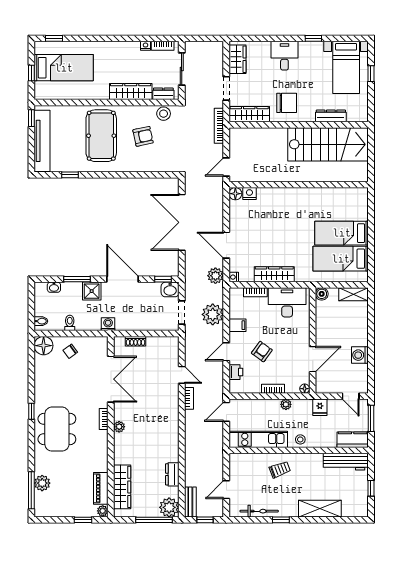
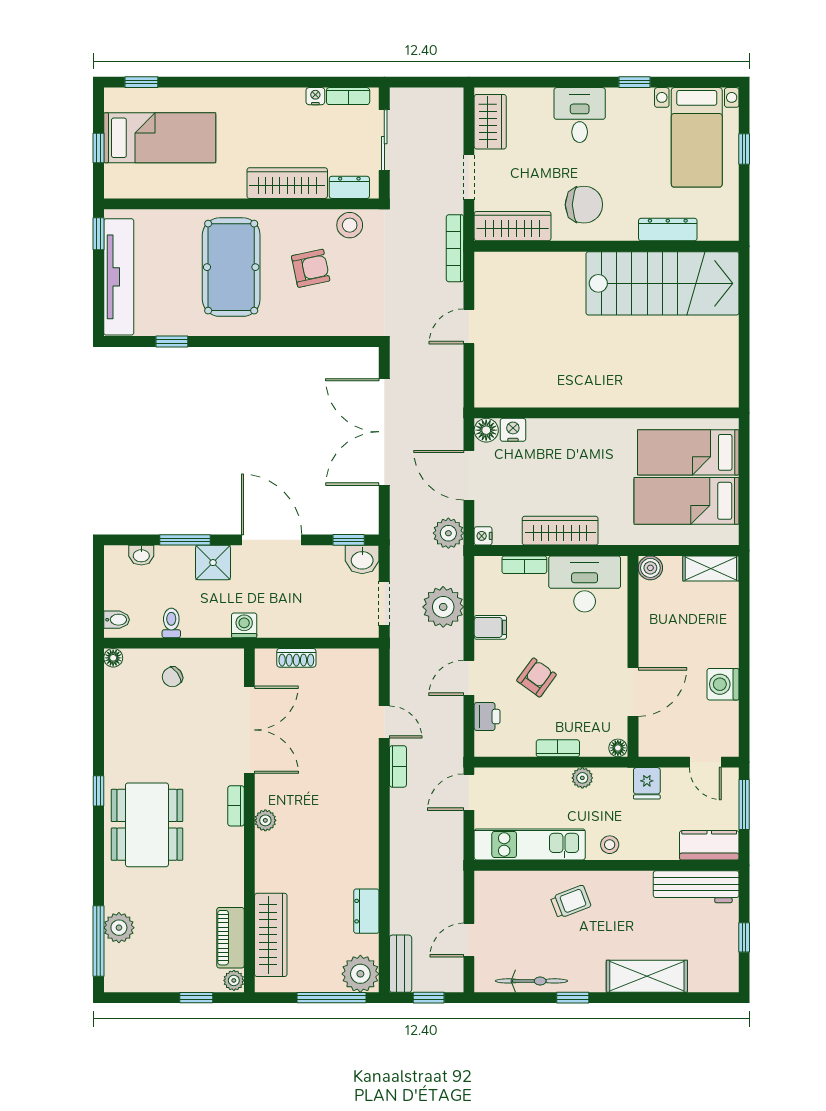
wall: (299, 185) -> (607, 413), moved
nightstand: (249, 193) -> (513, 430), moved
floor lamp: (235, 194) -> (486, 430), moved
floor lamp: (44, 346) -> (113, 658), width x0.53, depth x0.53

